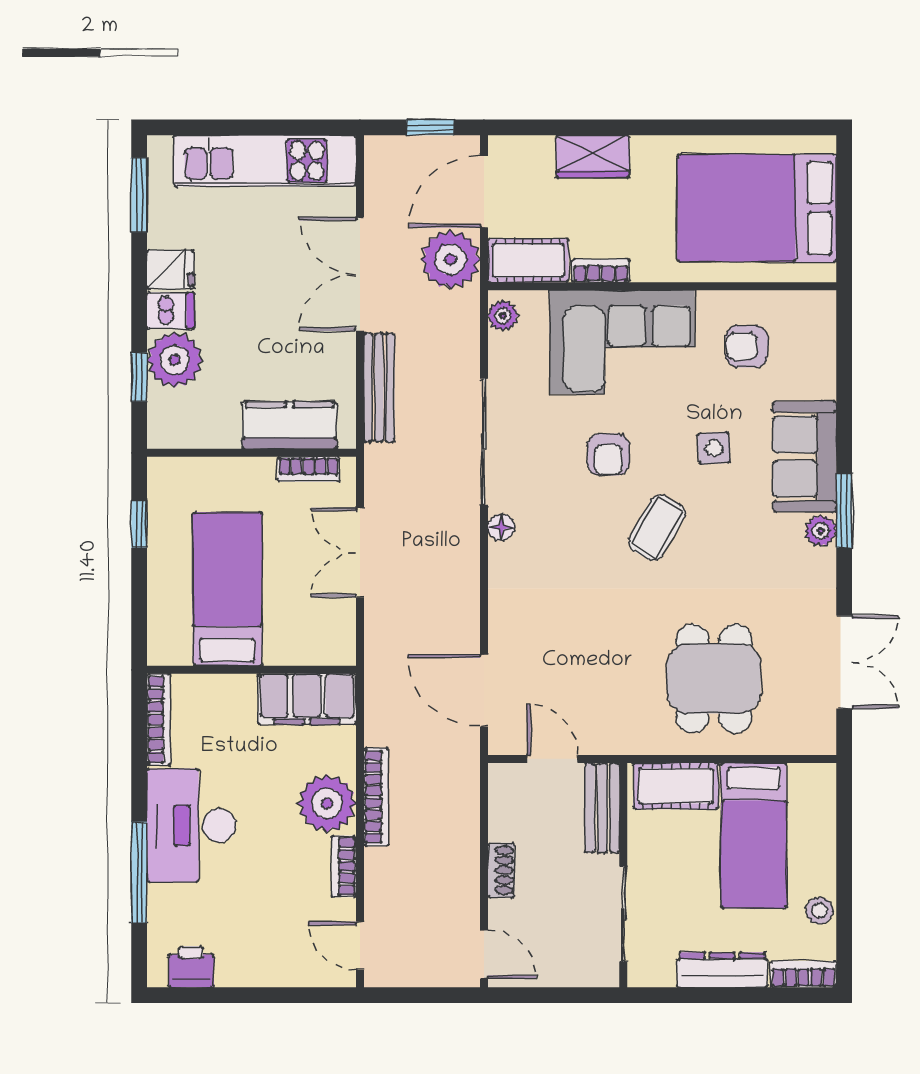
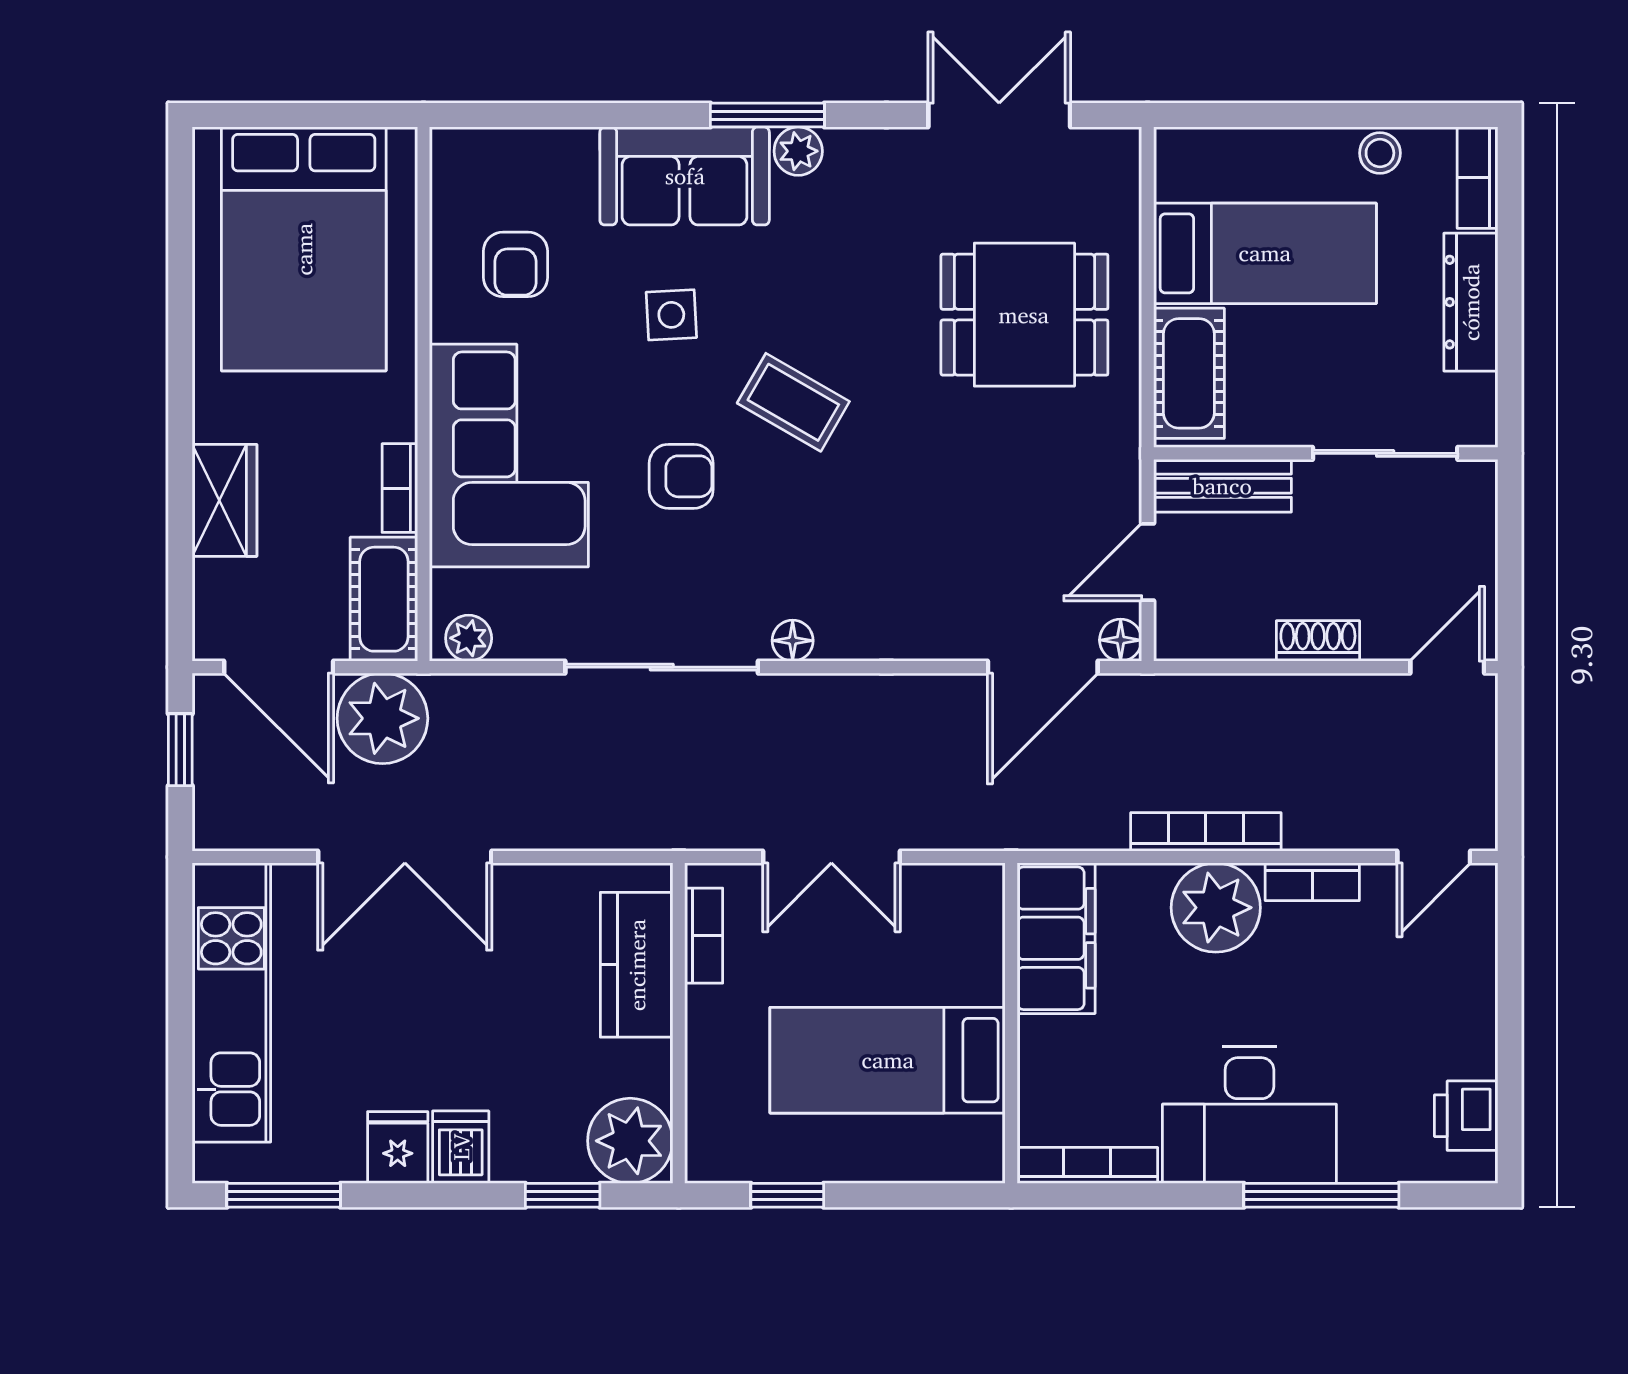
plant: (175, 360) -> (630, 1141), moved
bench: (379, 387) -> (579, 828), removed
floor lamp: (502, 741) -> (1121, 640), added

